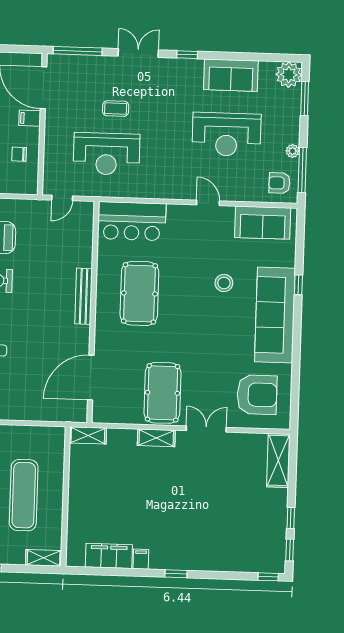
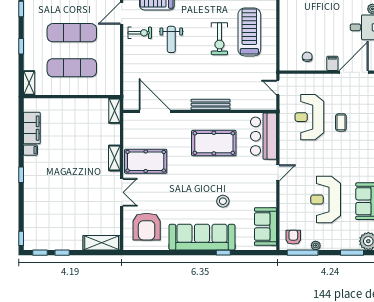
door: (208, 203) -> (278, 173), moved

